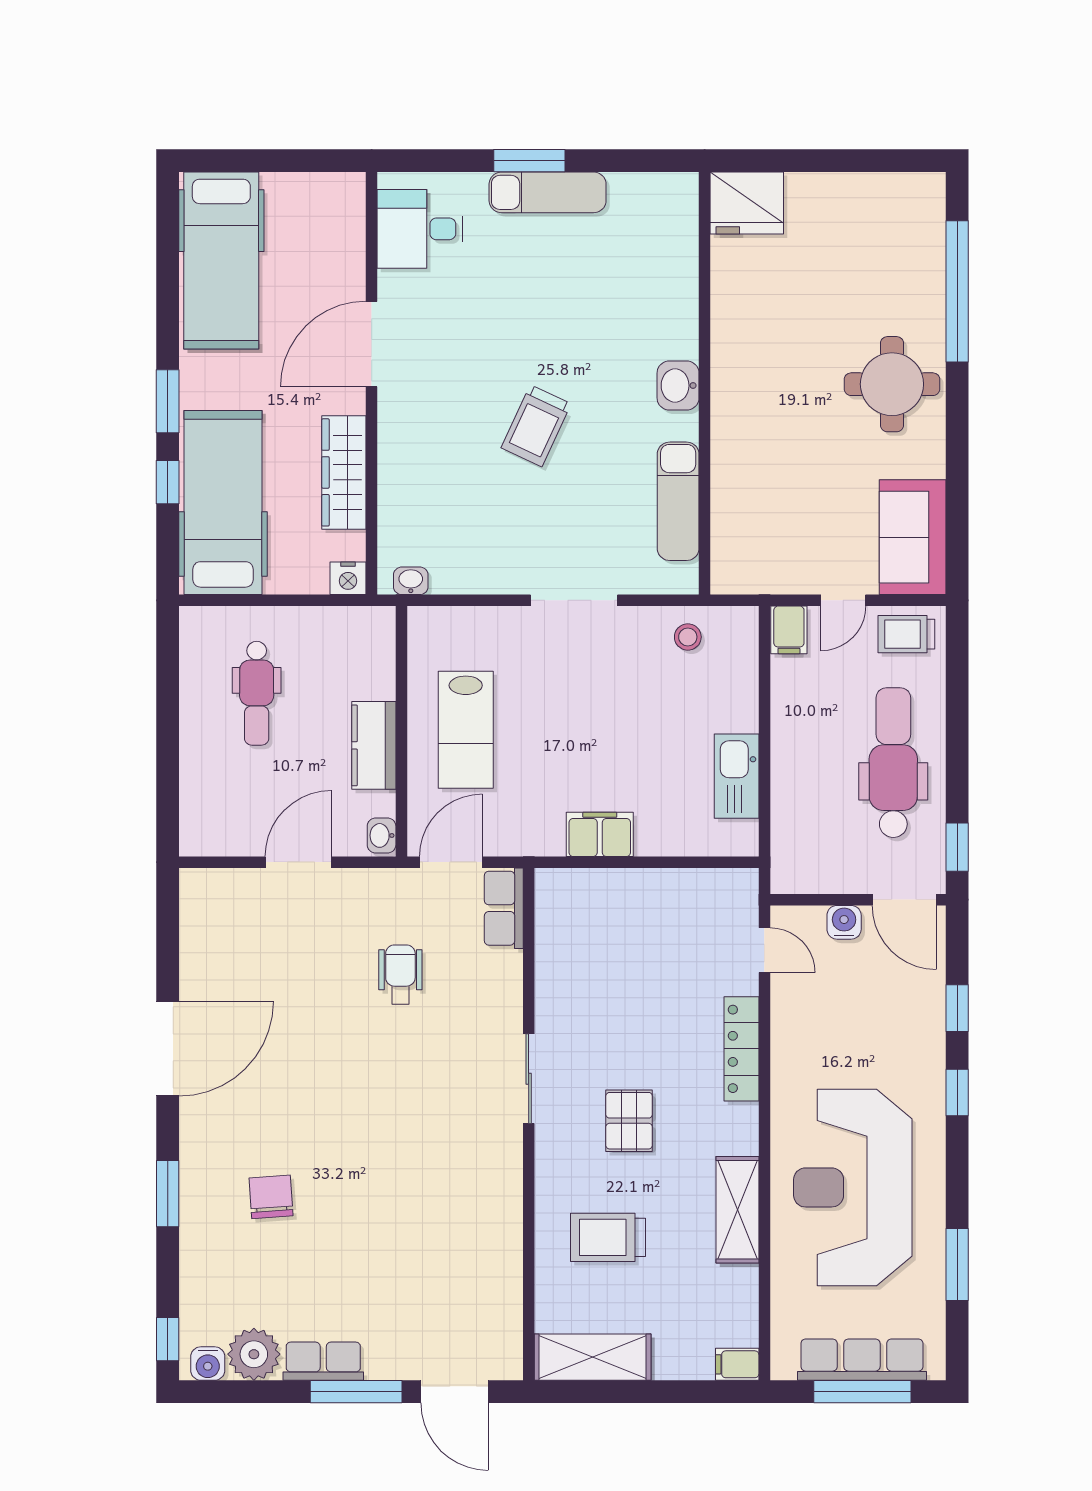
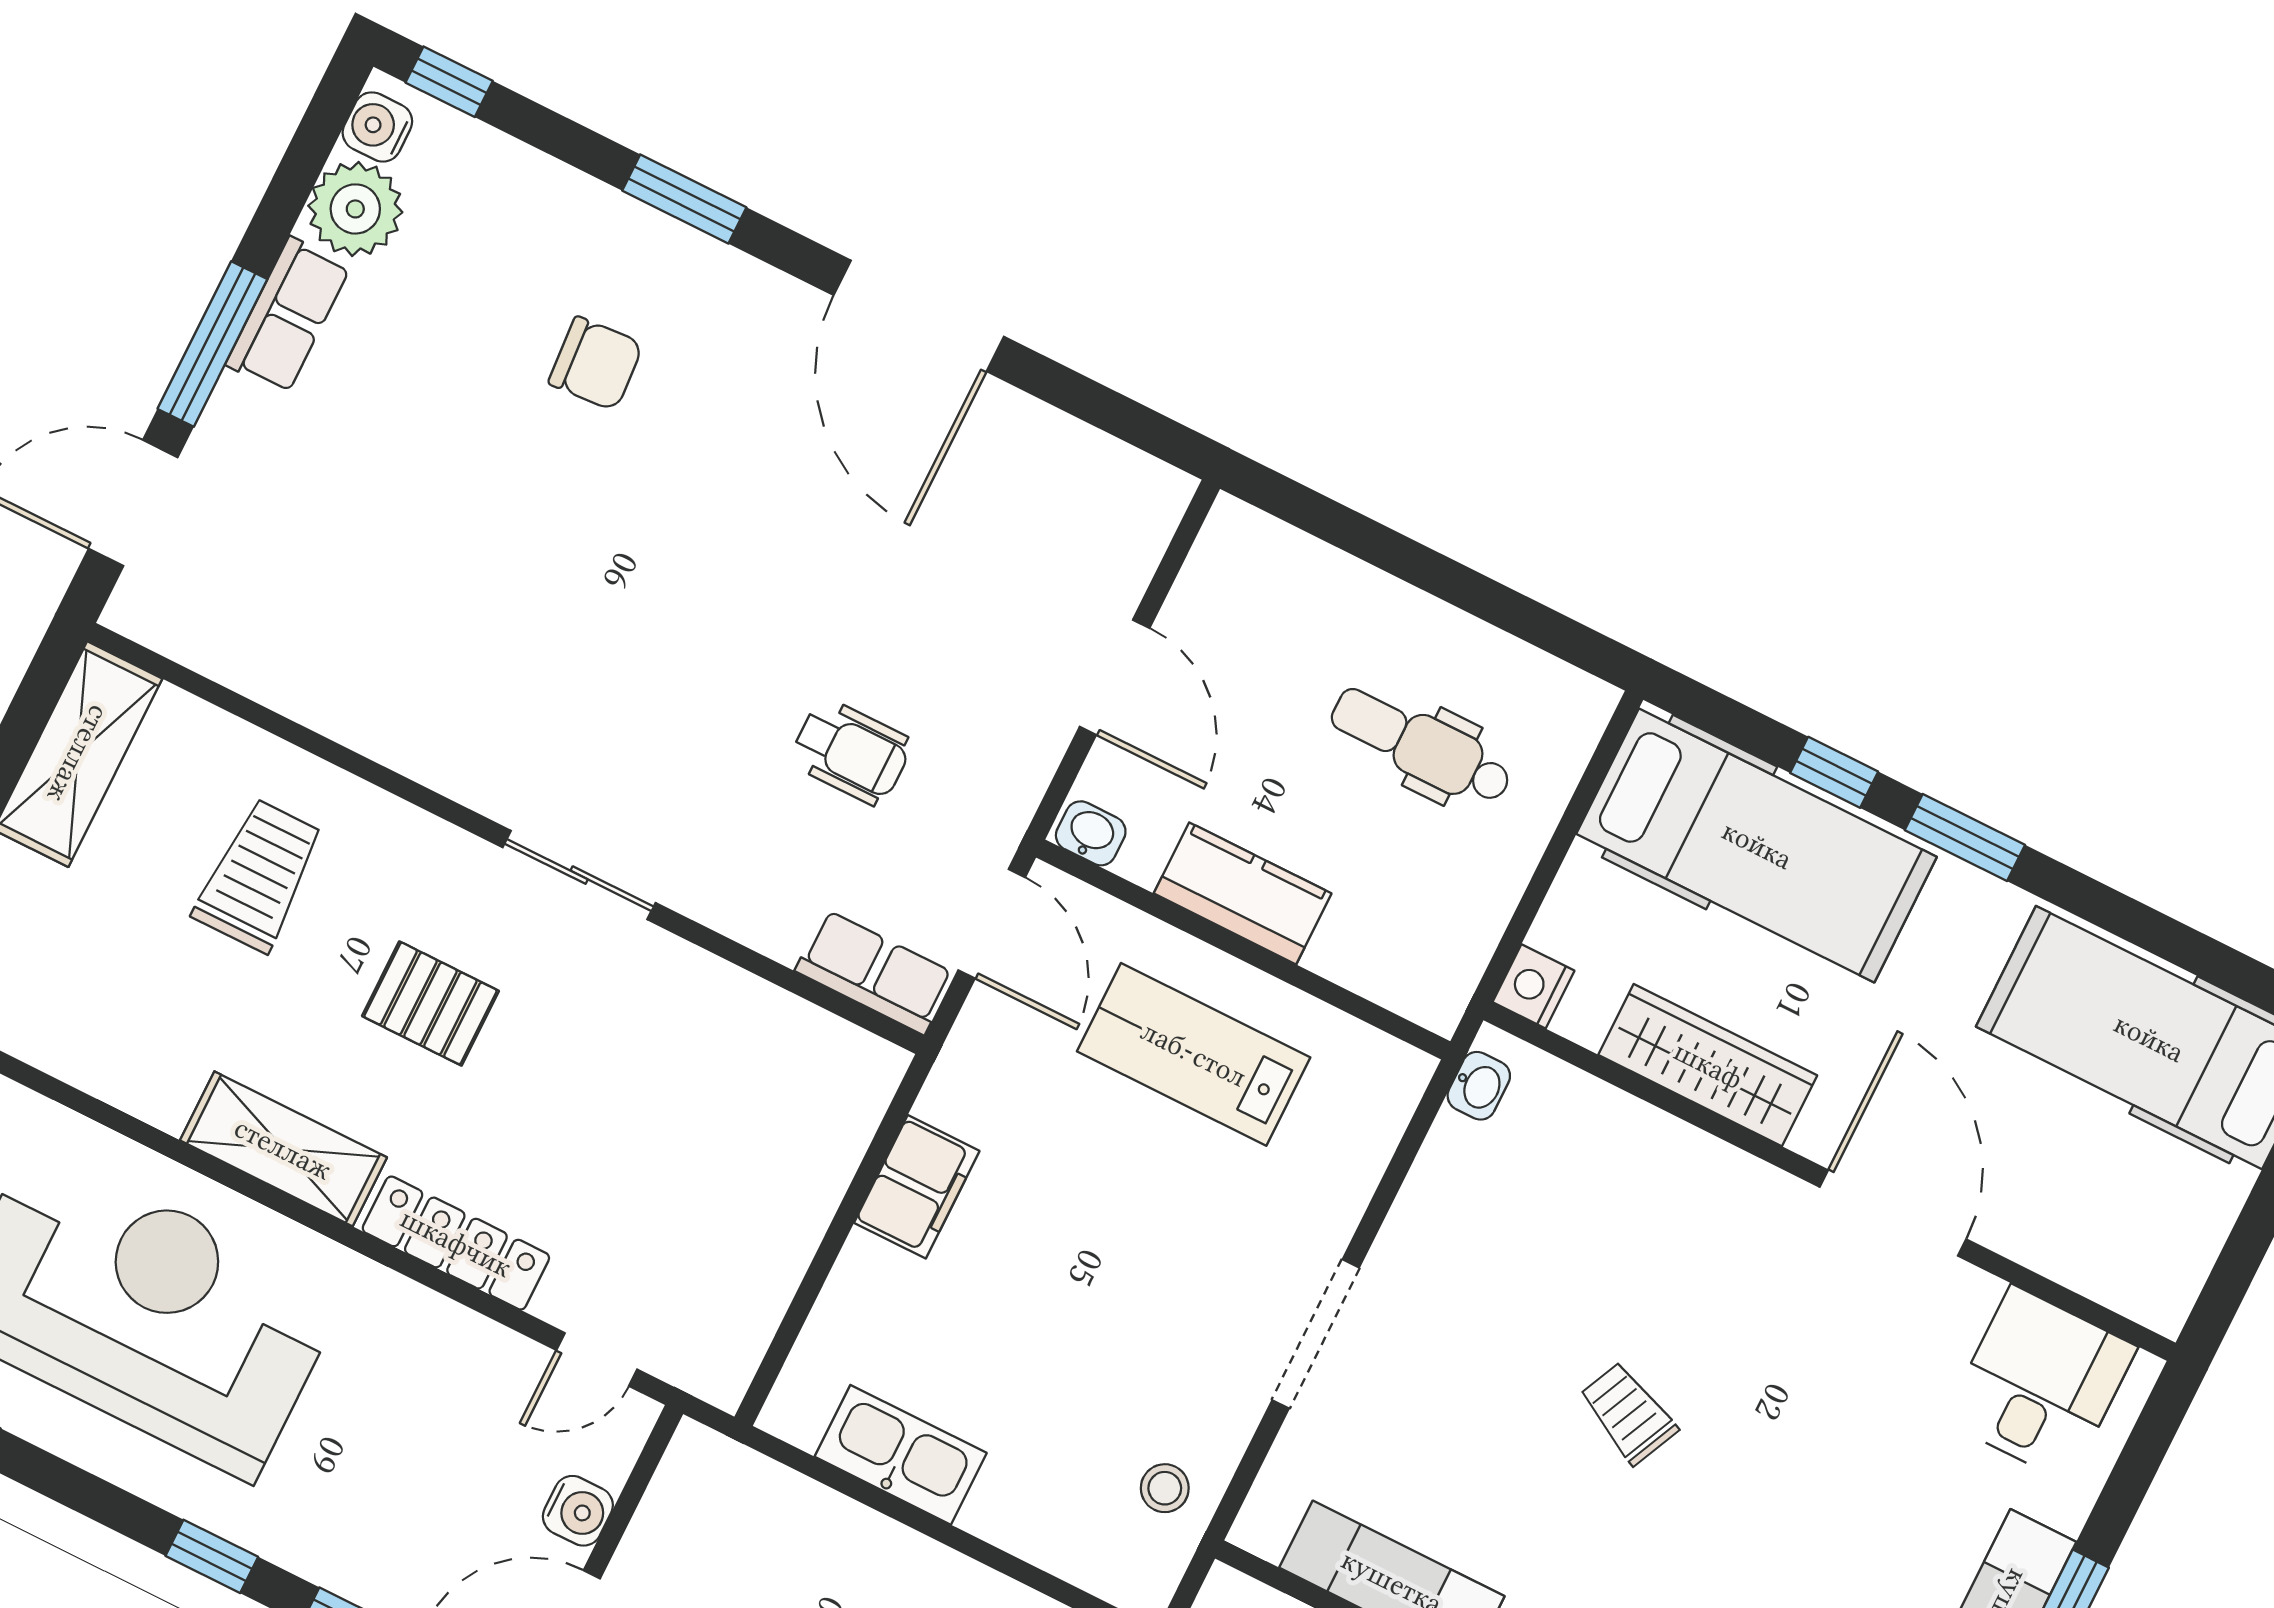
trolley: (536, 426) -> (1628, 1413), width x0.73, depth x0.72
shelving: (737, 1210) -> (283, 1149), moved

